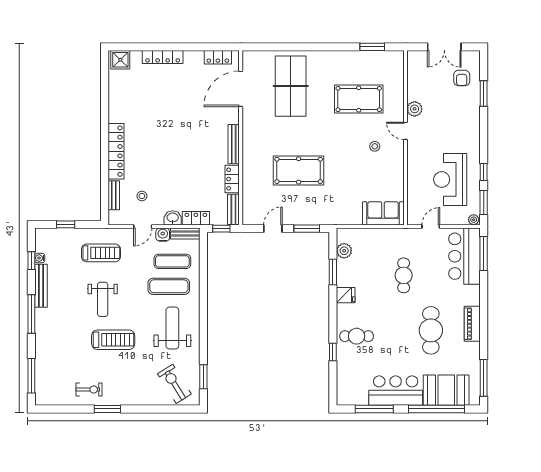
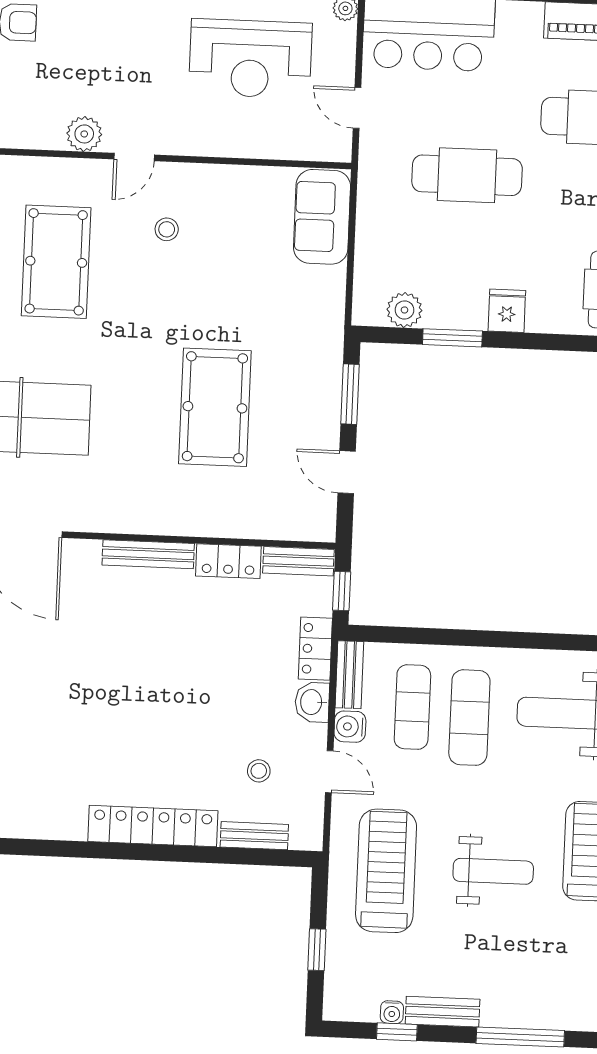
treadmill: (101, 253) -> (386, 871), width x1.37, depth x1.38
cafe table: (404, 275) -> (467, 175), width x1.37, depth x1.35
bench: (41, 286) -> (443, 1012), width x0.73

